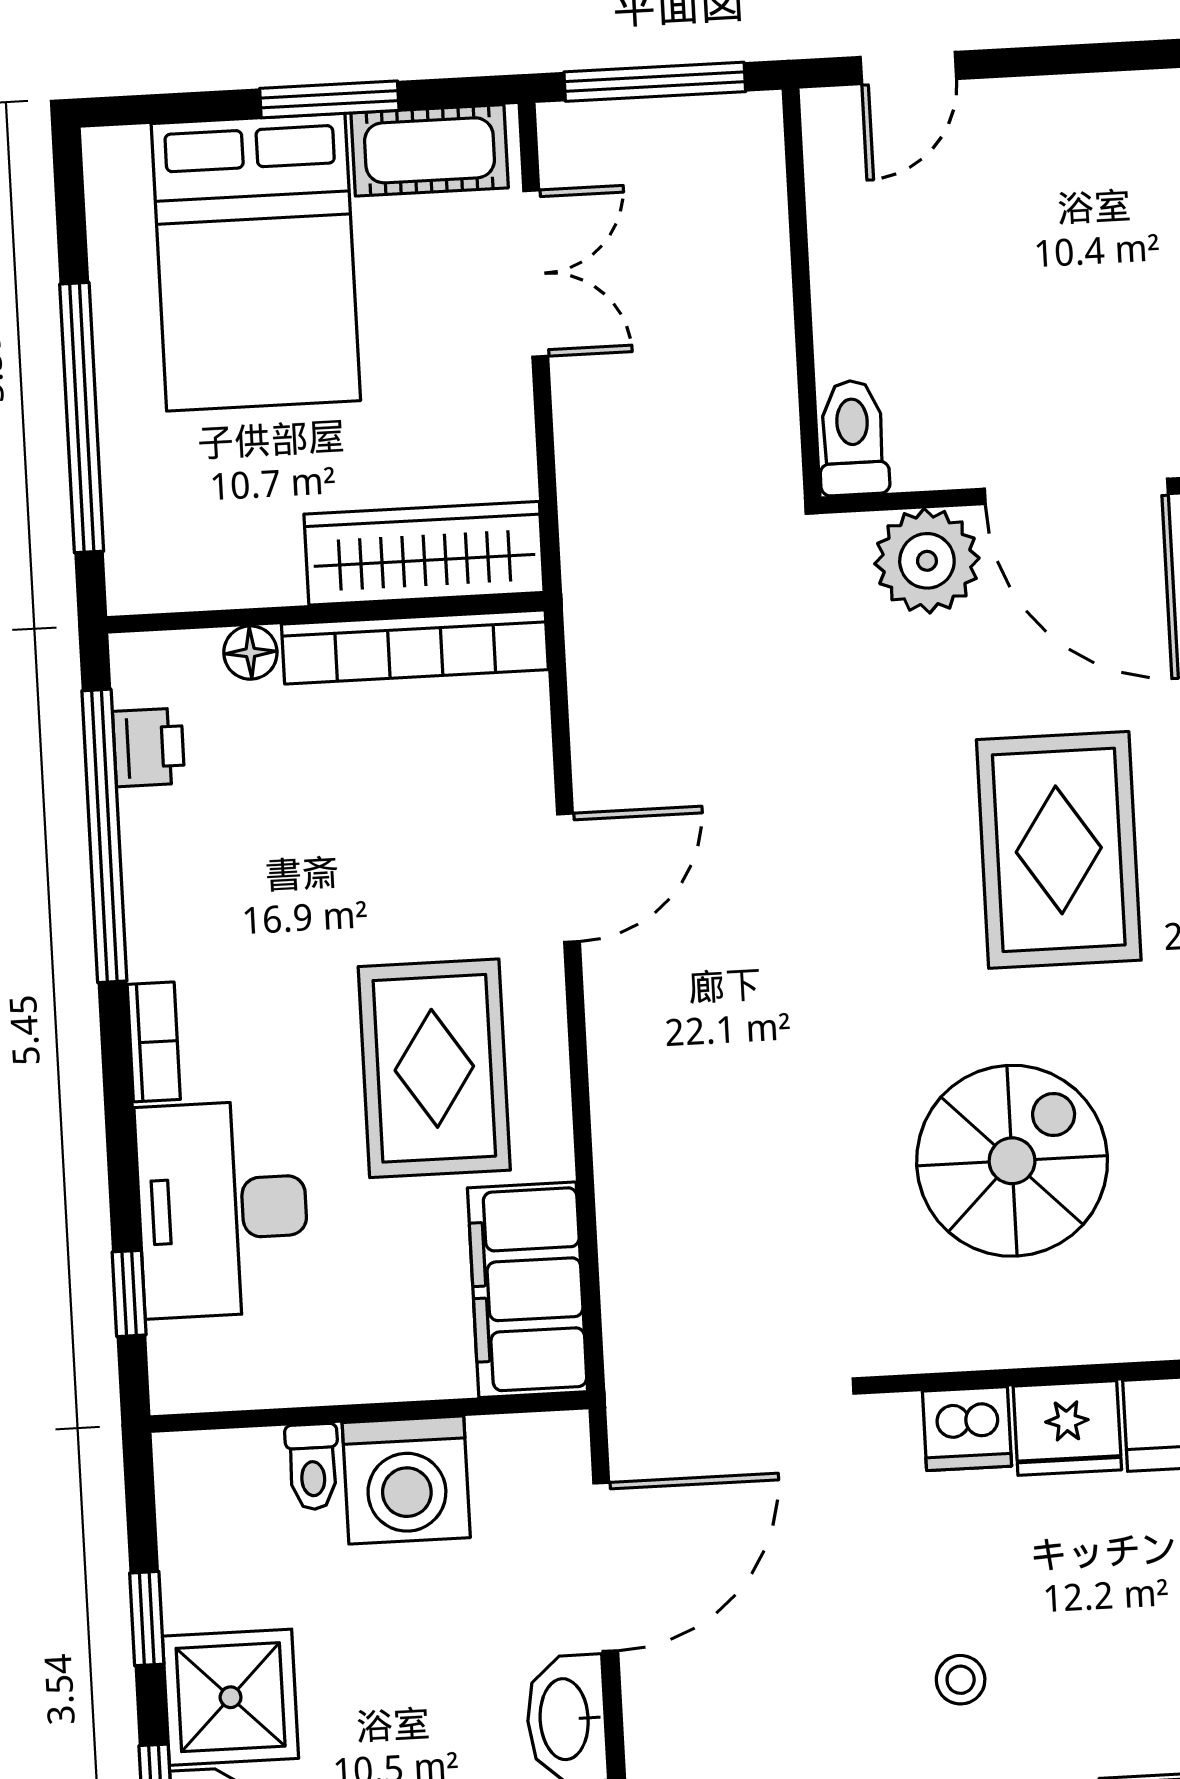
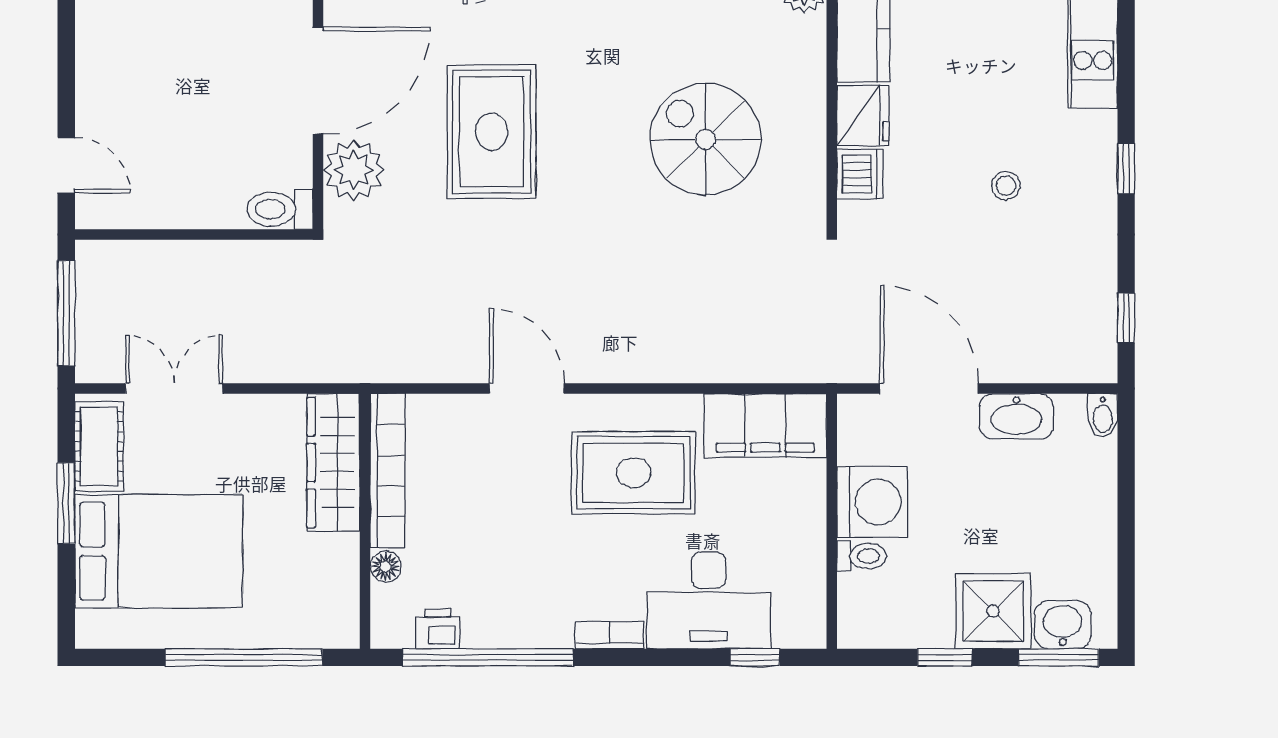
rug: (1059, 850) -> (492, 132), moved, turned 90

